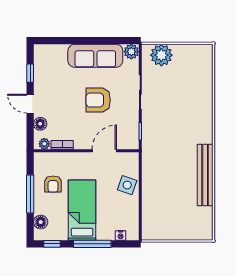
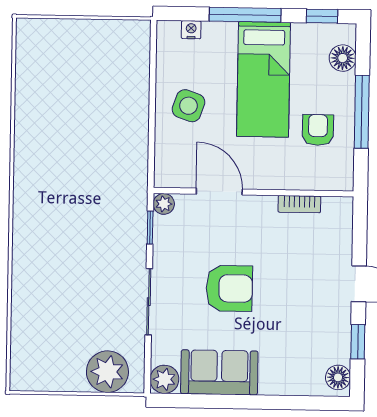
sofa: (95, 56) -> (219, 372), width x0.73
floor lamp: (40, 124) -> (338, 377), moved
plant: (44, 144) -> (164, 204), moved
door: (104, 151) -> (219, 192), swing flipped
bench: (205, 175) -> (28, 142), removed
side table: (127, 185) -> (189, 106), moved

